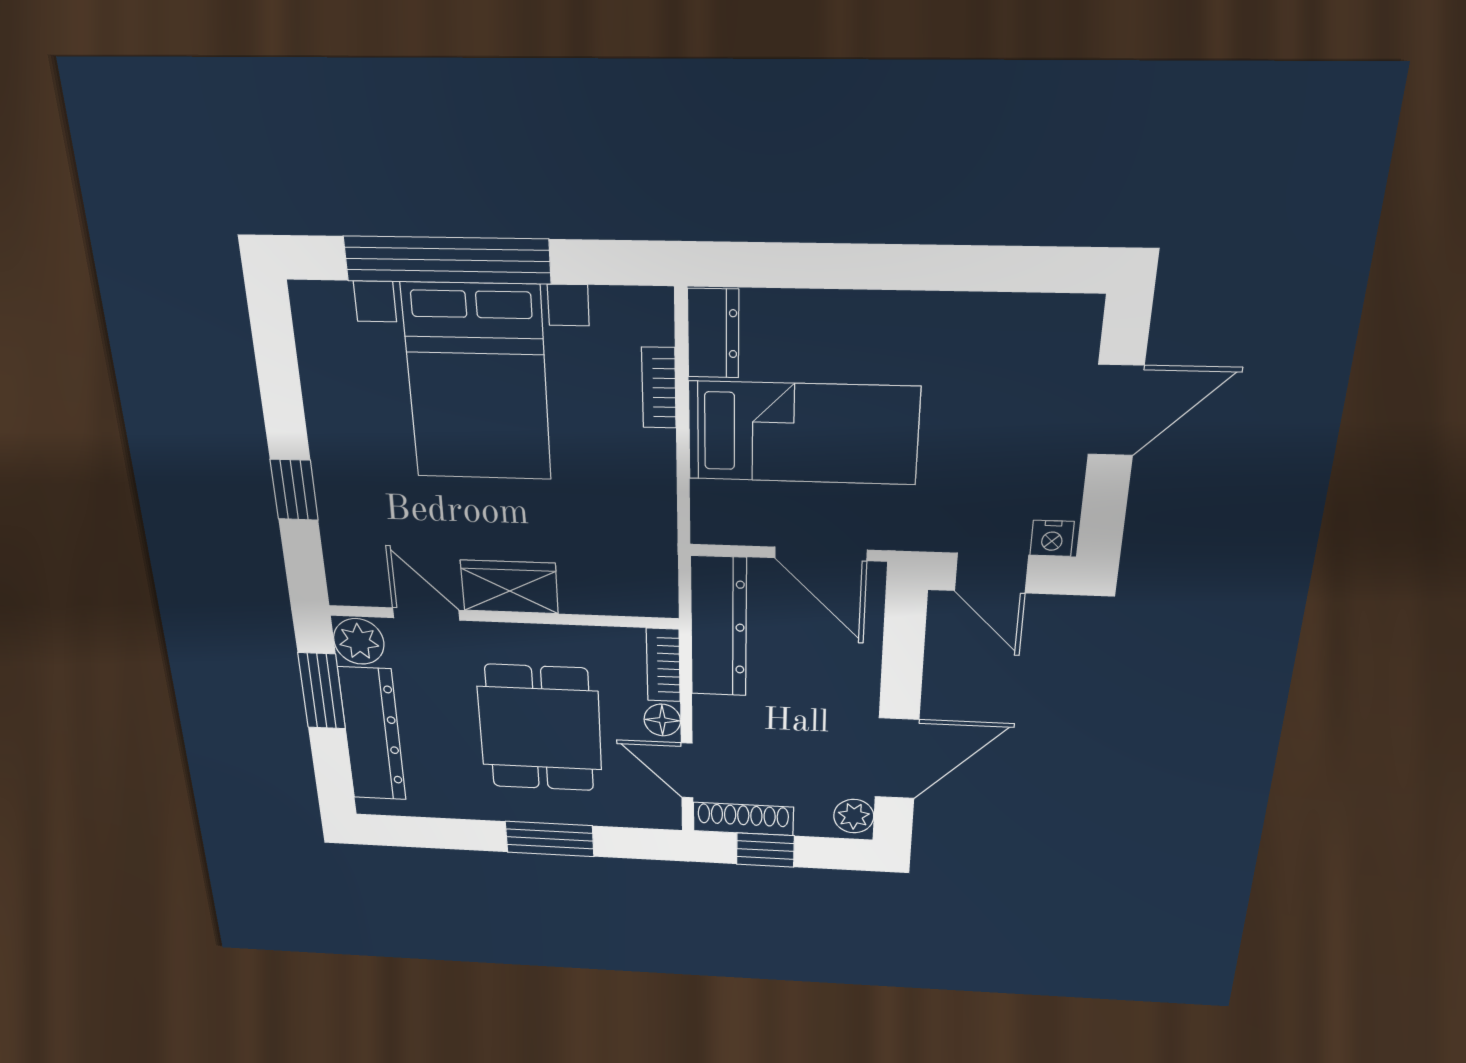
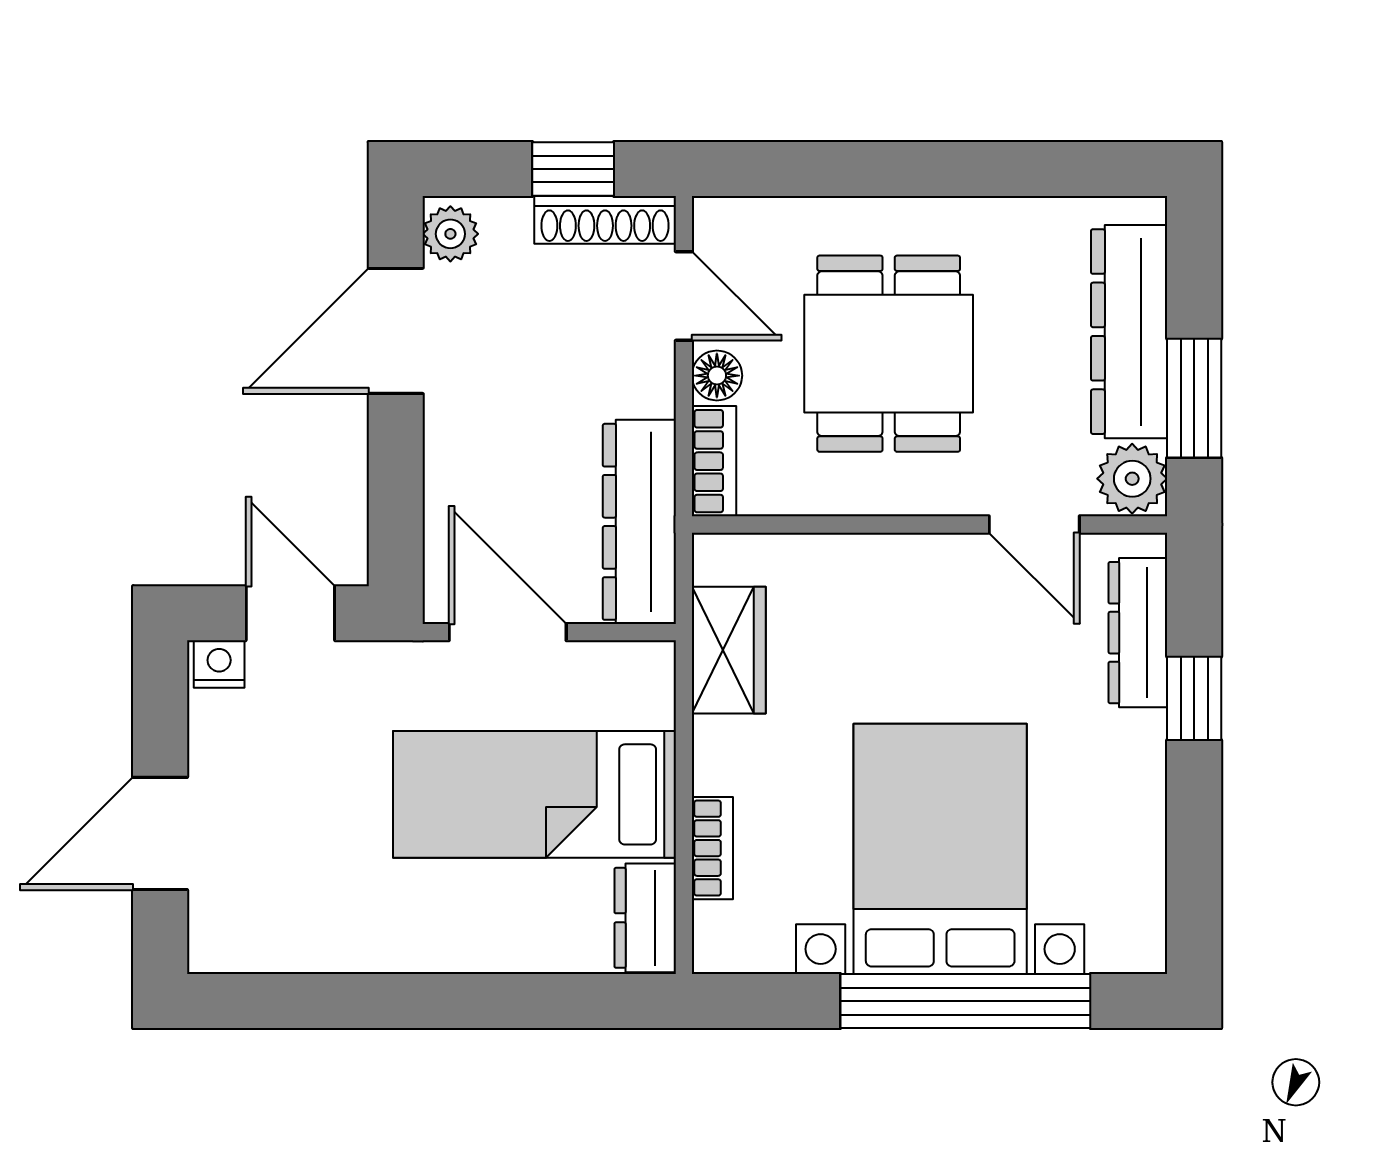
dresser: (342, 538) -> (1138, 633), added
wardrobe: (509, 587) -> (729, 650), moved, turned -90
window: (550, 839) -> (884, 169), removed

